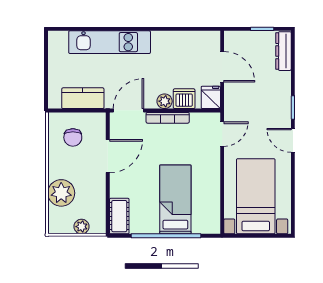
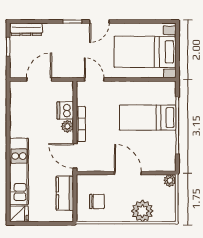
fridge: (211, 97) -> (19, 214), moved, turned 180
door: (108, 156) -> (128, 173), moved
cot: (119, 216) -> (161, 163), removed
plant: (82, 227) -> (170, 180), moved

